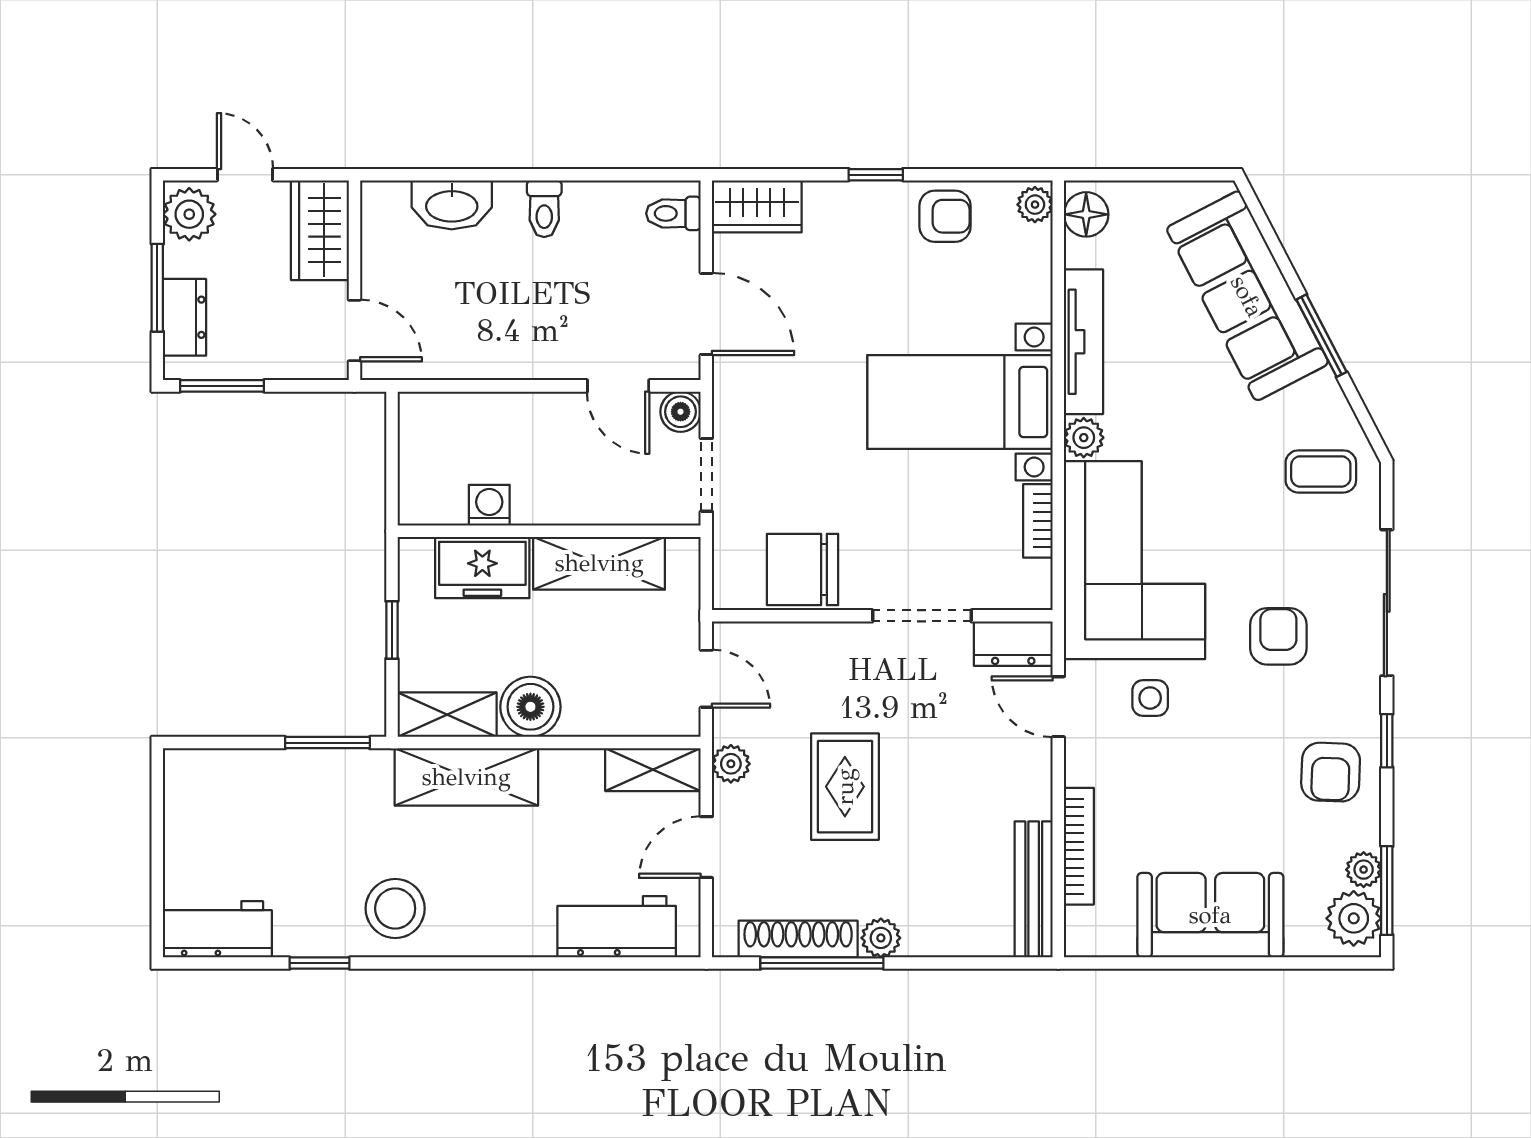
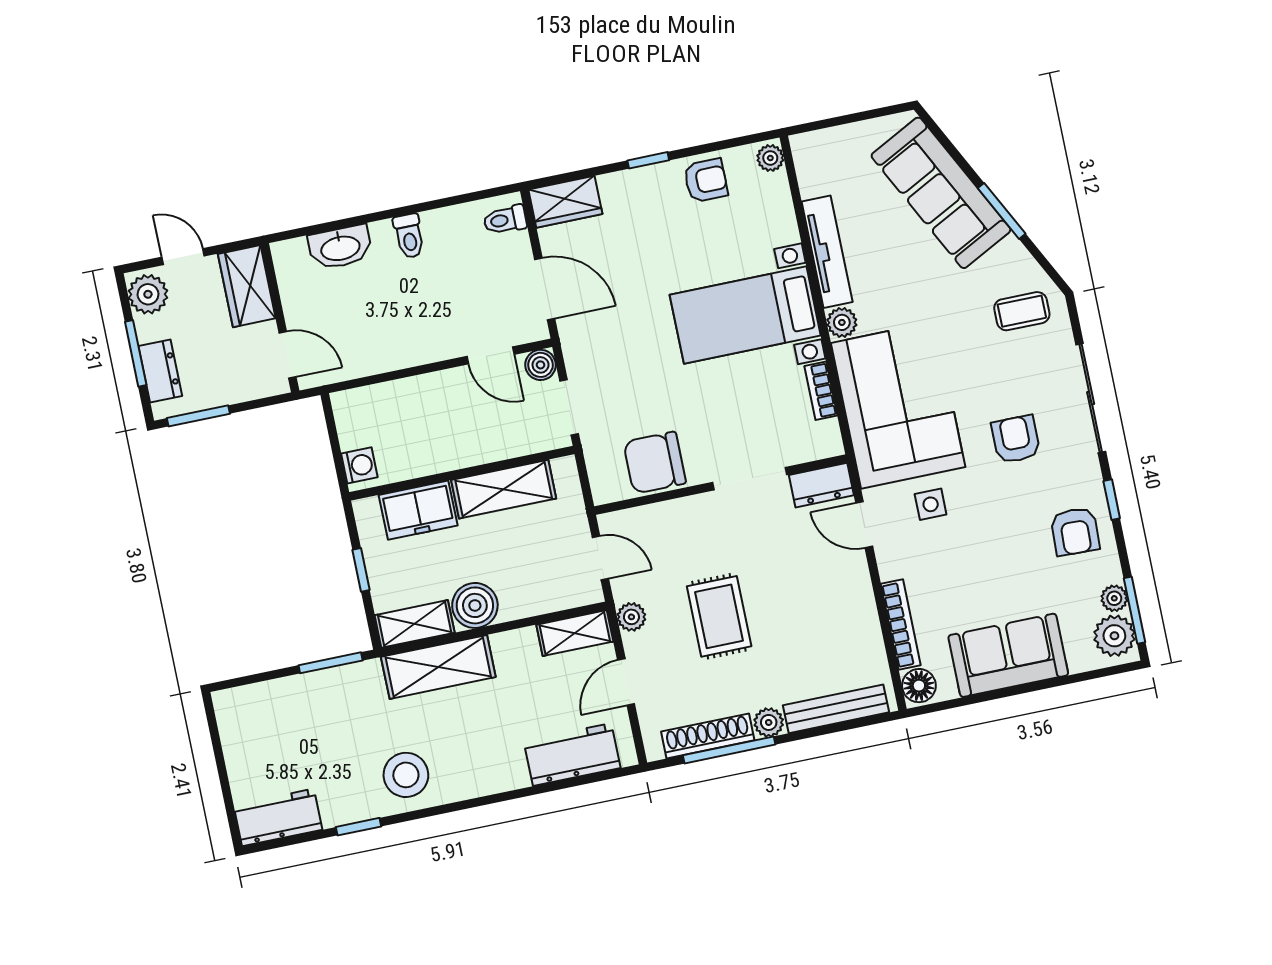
floor lamp: (1086, 214) -> (919, 686), moved
washing machine: (489, 505) -> (359, 465), moved, turned 90
bench: (1034, 889) -> (836, 709), moved, turned 90

